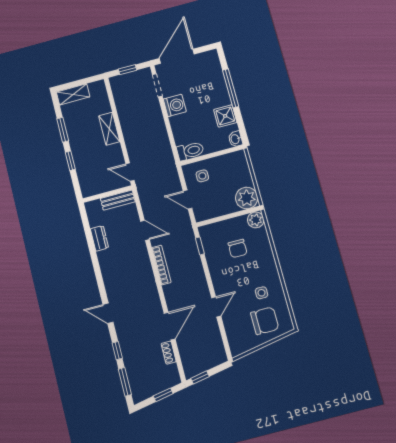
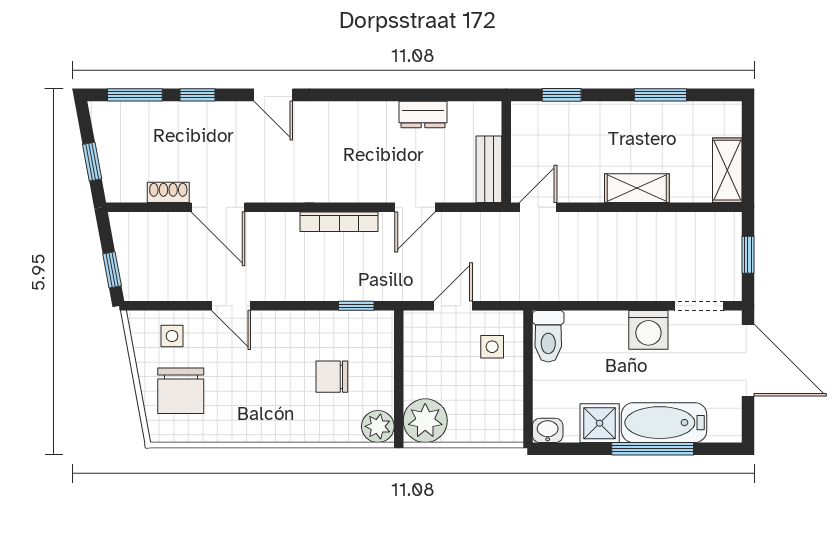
bathtub: (217, 86) -> (664, 423), added
shelving: (73, 94) -> (727, 170), moved
window: (70, 161) -> (562, 95), moved
side table: (261, 293) -> (172, 336), moved
door: (108, 313) -> (273, 95), swing flipped
window: (200, 377) -> (112, 270), moved

